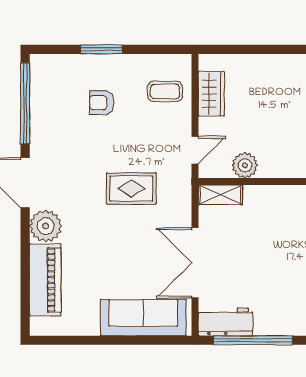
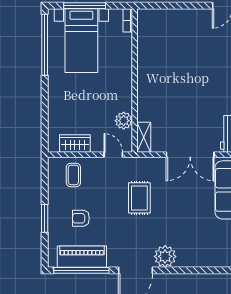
armchair: (102, 103) -> (81, 218), turned 90
piano: (45, 280) -> (82, 257), moved

